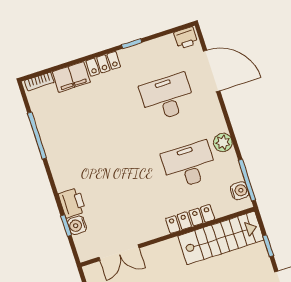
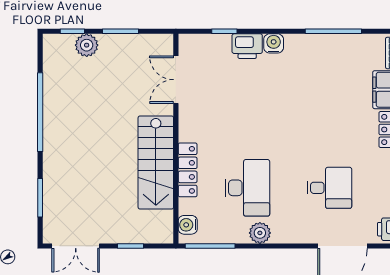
desk: (167, 97) -> (329, 188), width x0.73
water cooler: (240, 191) -> (188, 225), moved, turned 90
water cooler: (77, 225) -> (274, 43), moved
stairs: (221, 238) -> (156, 163), moved

